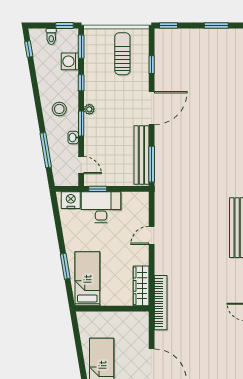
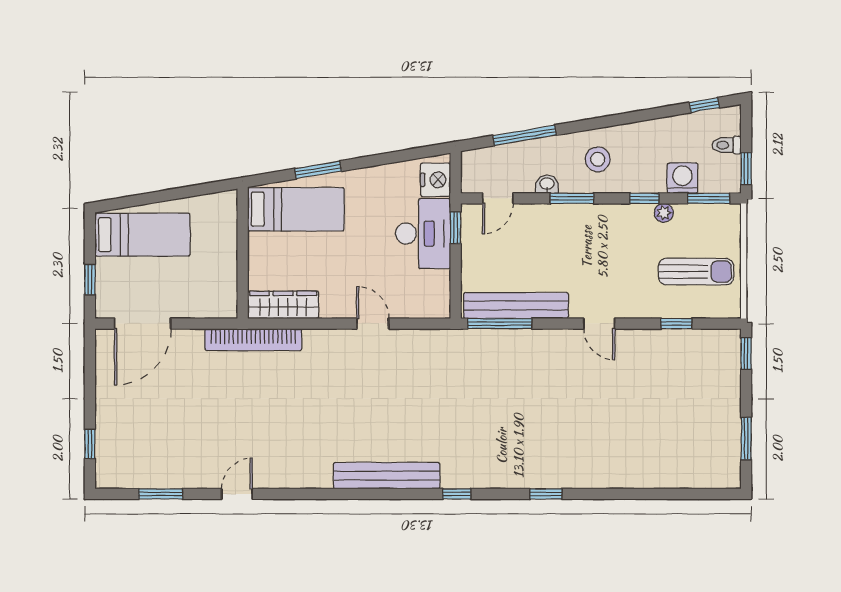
door: (152, 108) -> (599, 324), width x0.53
plant: (89, 109) -> (664, 213), moved

